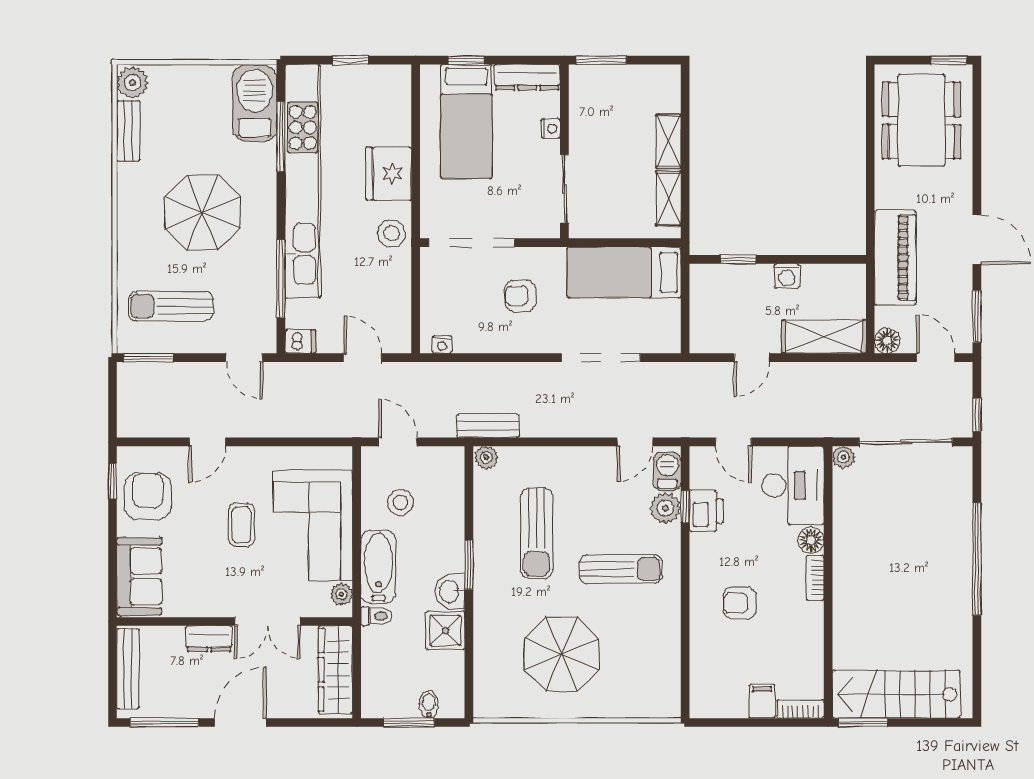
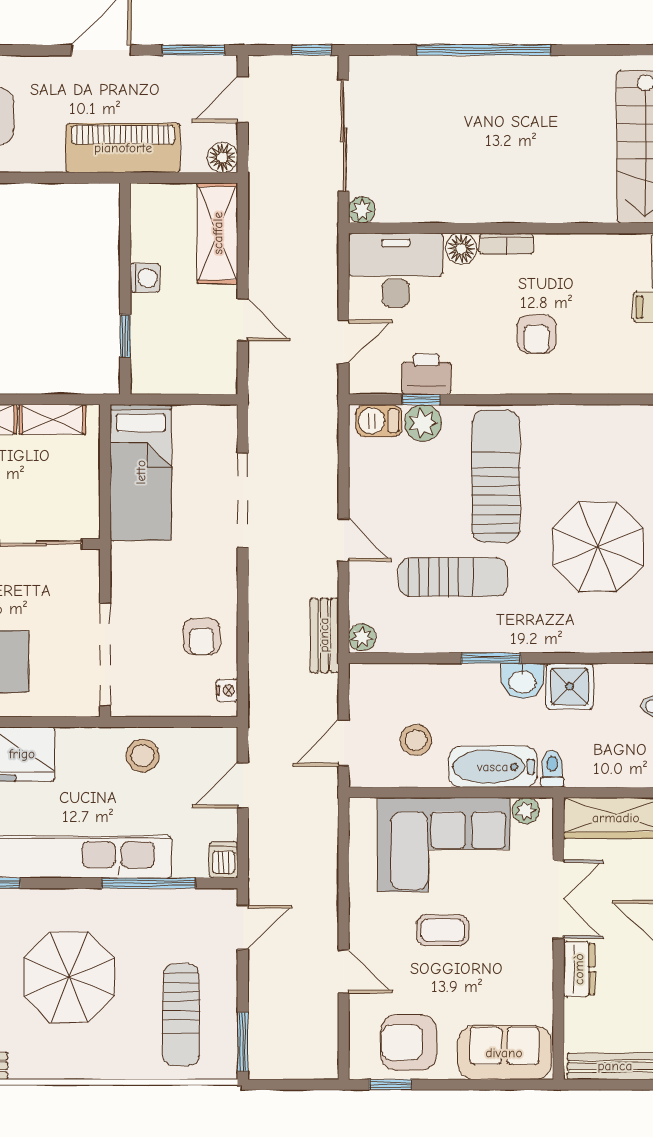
stool: (391, 233) -> (143, 756), moved
armchair: (520, 296) -> (202, 637), moved
door: (635, 442) -> (344, 540), moved
sun lounger: (621, 569) -> (496, 476), width x1.36, depth x1.34

